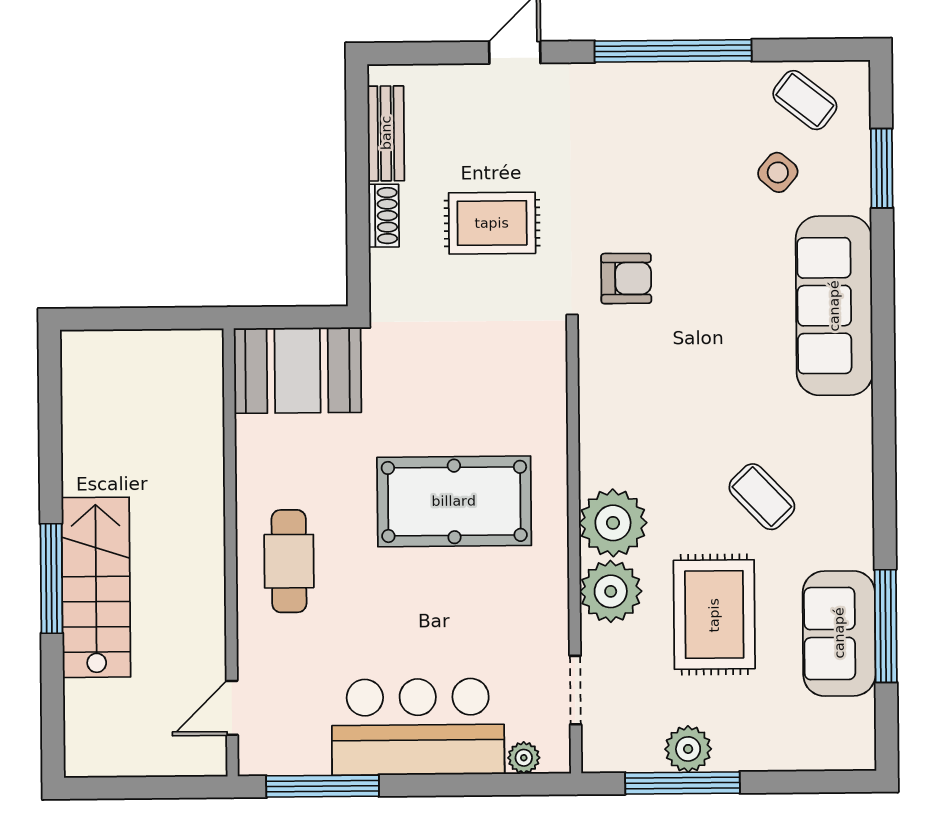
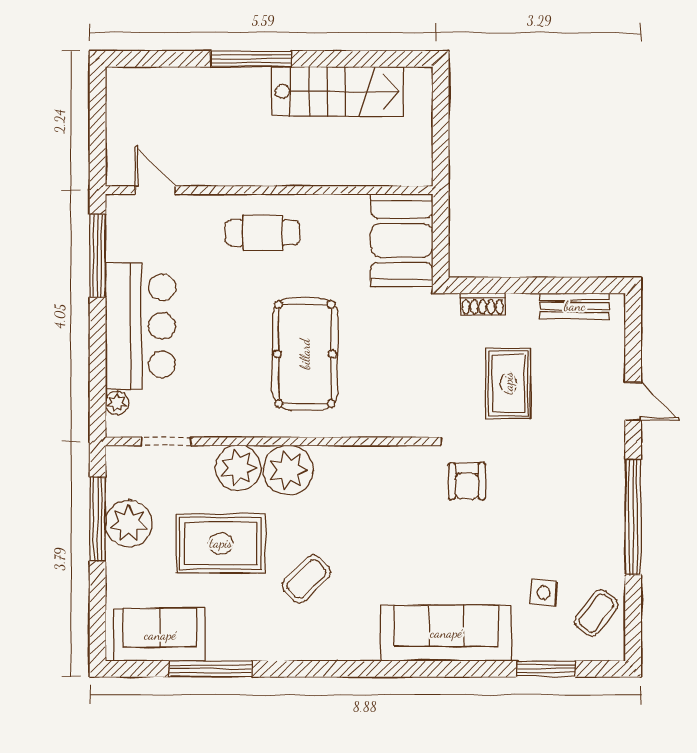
side table: (778, 172) -> (544, 593), turned -35
shoe rack: (384, 216) -> (483, 304), moved
stairs: (96, 587) -> (338, 91), moved
sofa: (839, 633) -> (160, 635), moved
plant: (688, 749) -> (129, 523), width x1.36, depth x1.36

